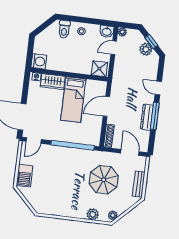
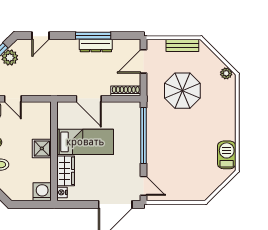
shower: (99, 69) -> (42, 148), moved
door: (158, 88) -> (41, 36), moved
barbecue: (25, 176) -> (227, 155), moved, turned -90
plant: (93, 214) -> (228, 99), removed

